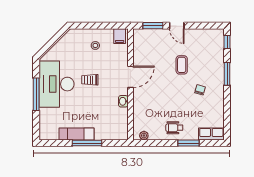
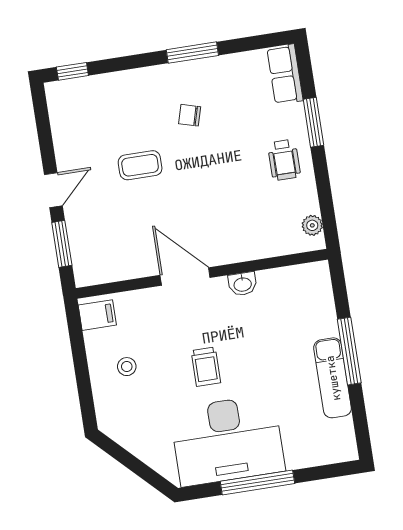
window: (227, 74) -> (192, 53), moved

